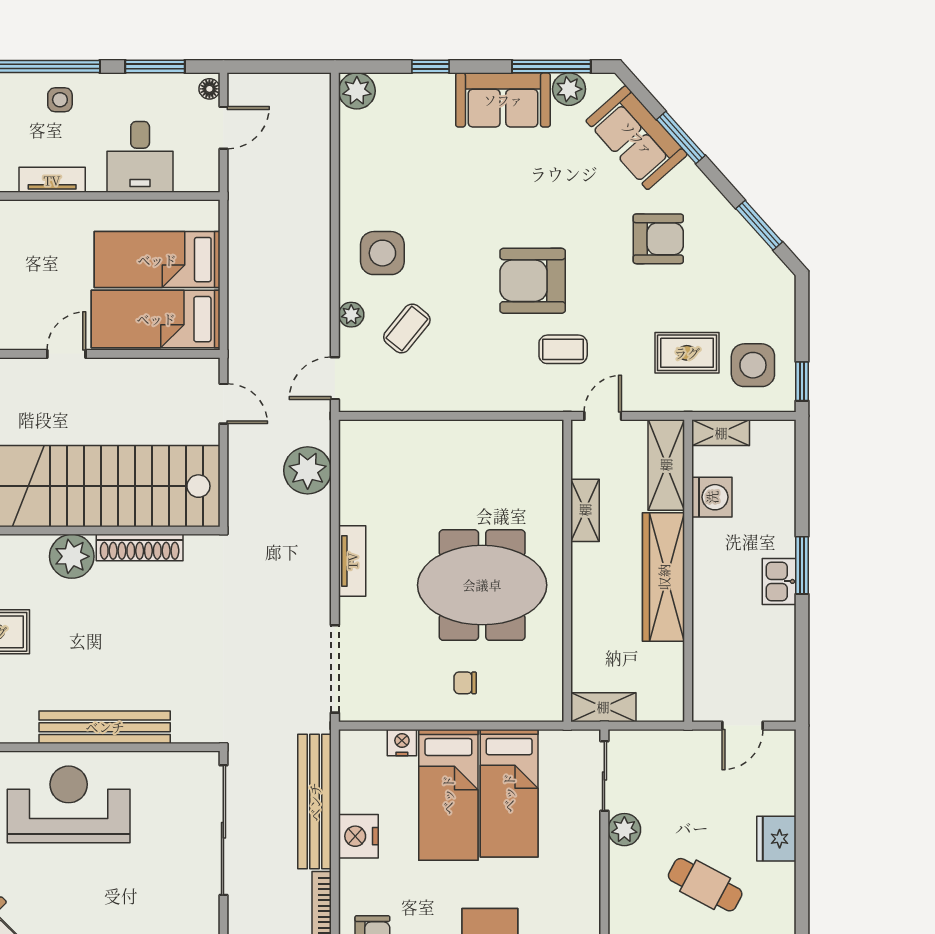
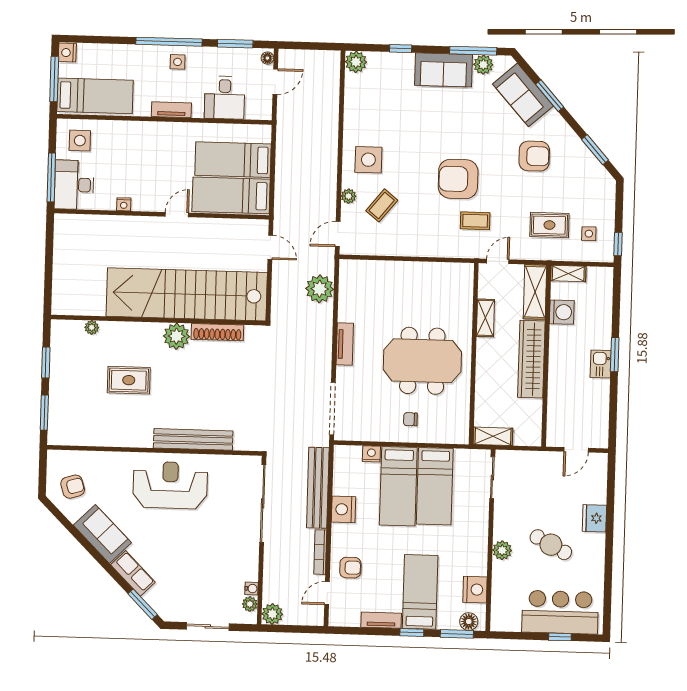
side table: (753, 365) -> (589, 234), width x0.54, depth x0.54
plant: (624, 830) -> (502, 550), moved

